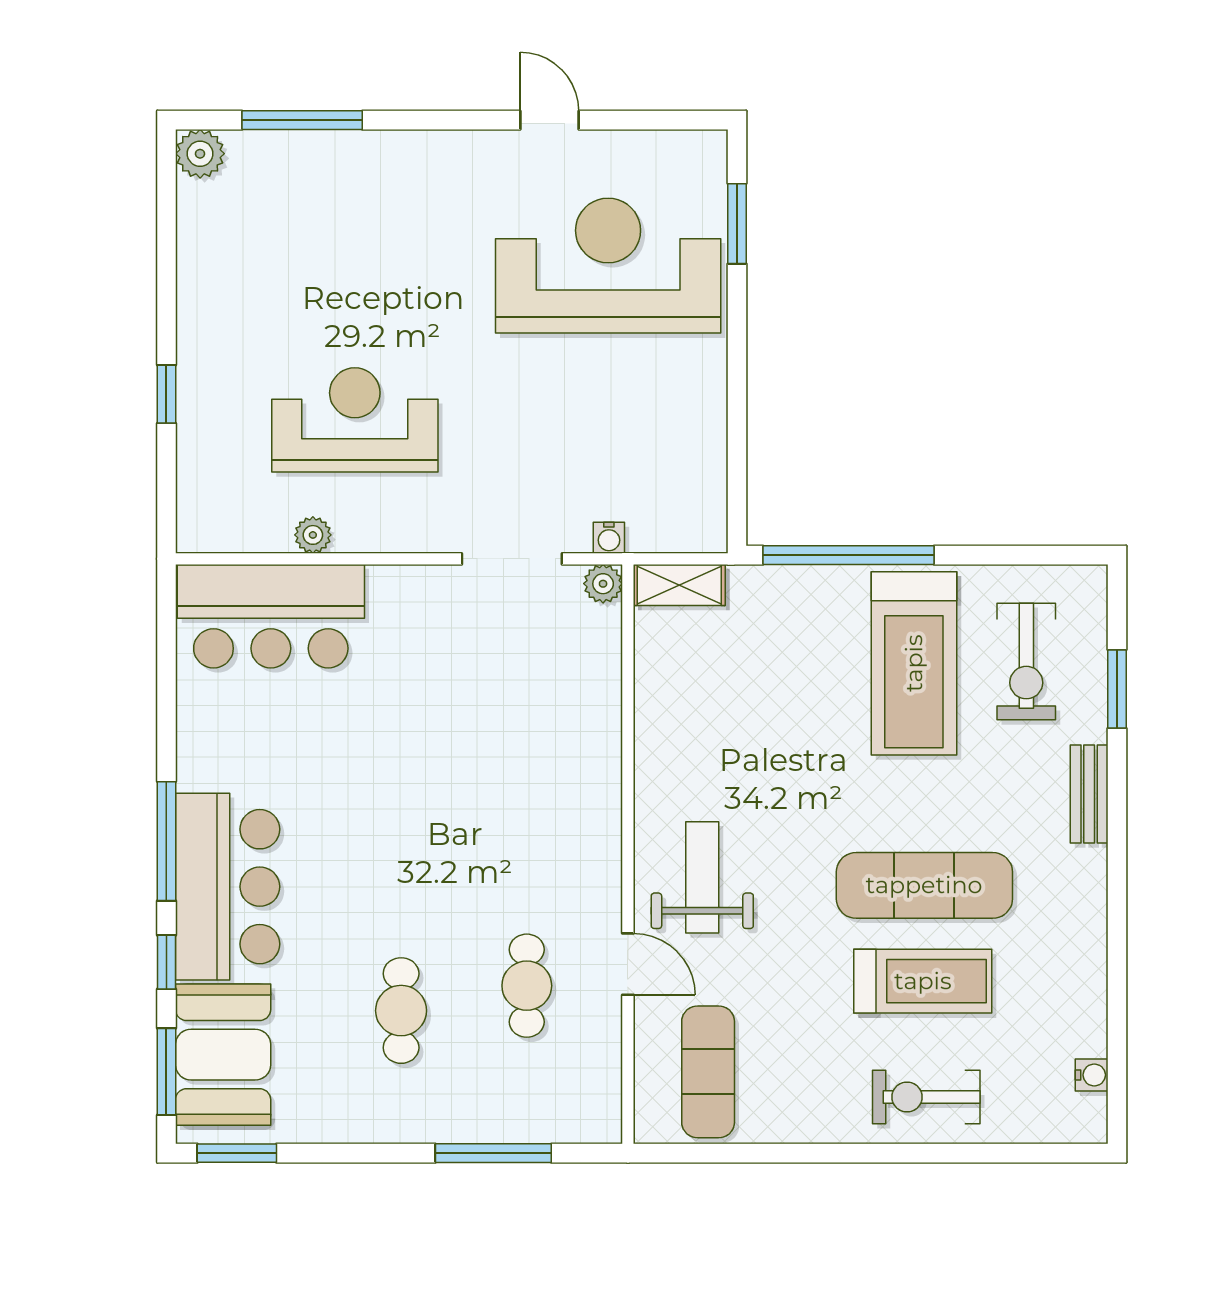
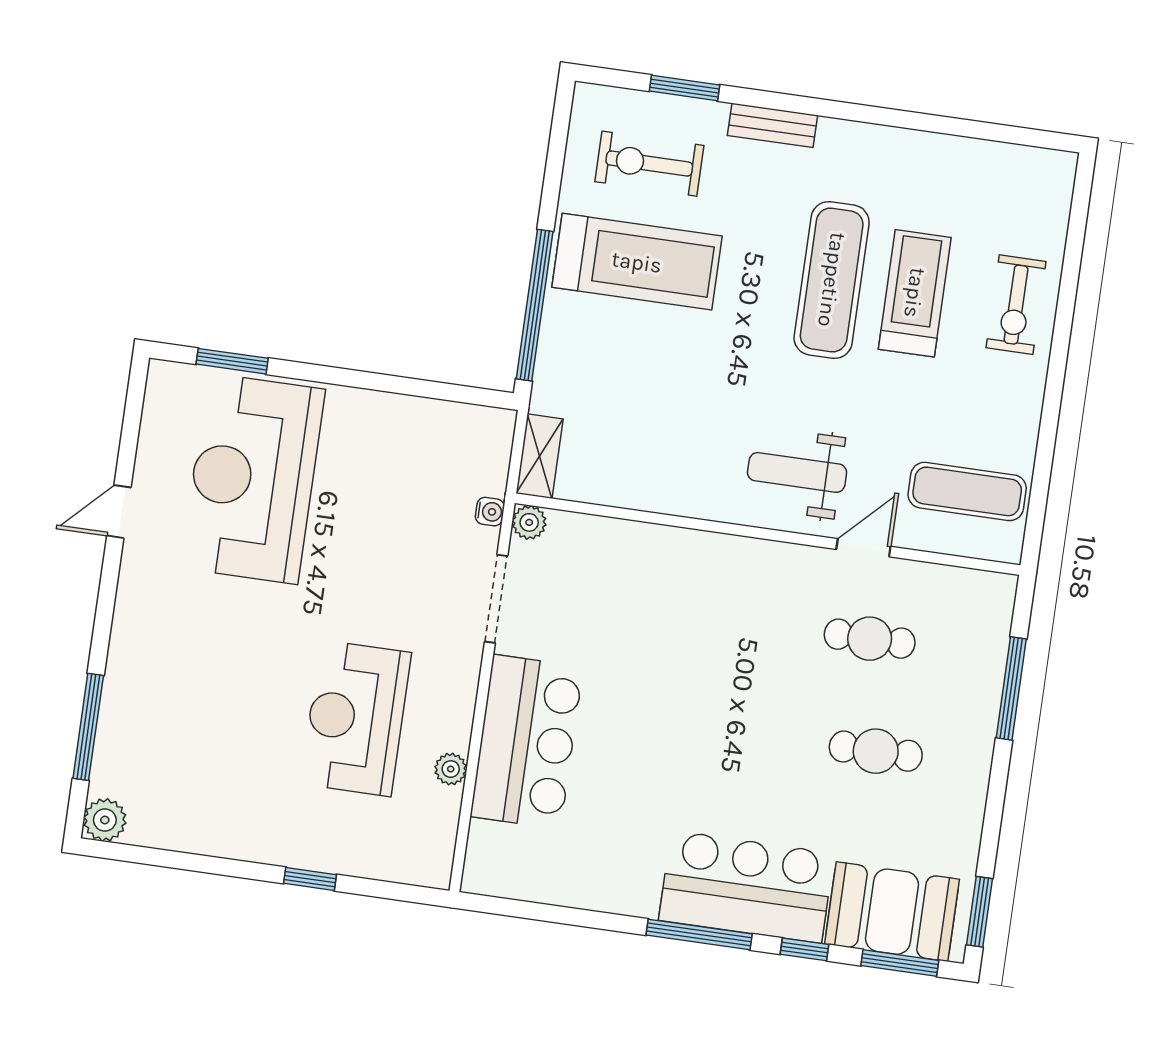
bar counter: (271, 616) -> (527, 742), moved
exercise bike: (1026, 662) -> (649, 164), turned 180
water cooler: (1092, 1075) -> (1017, 158), removed

